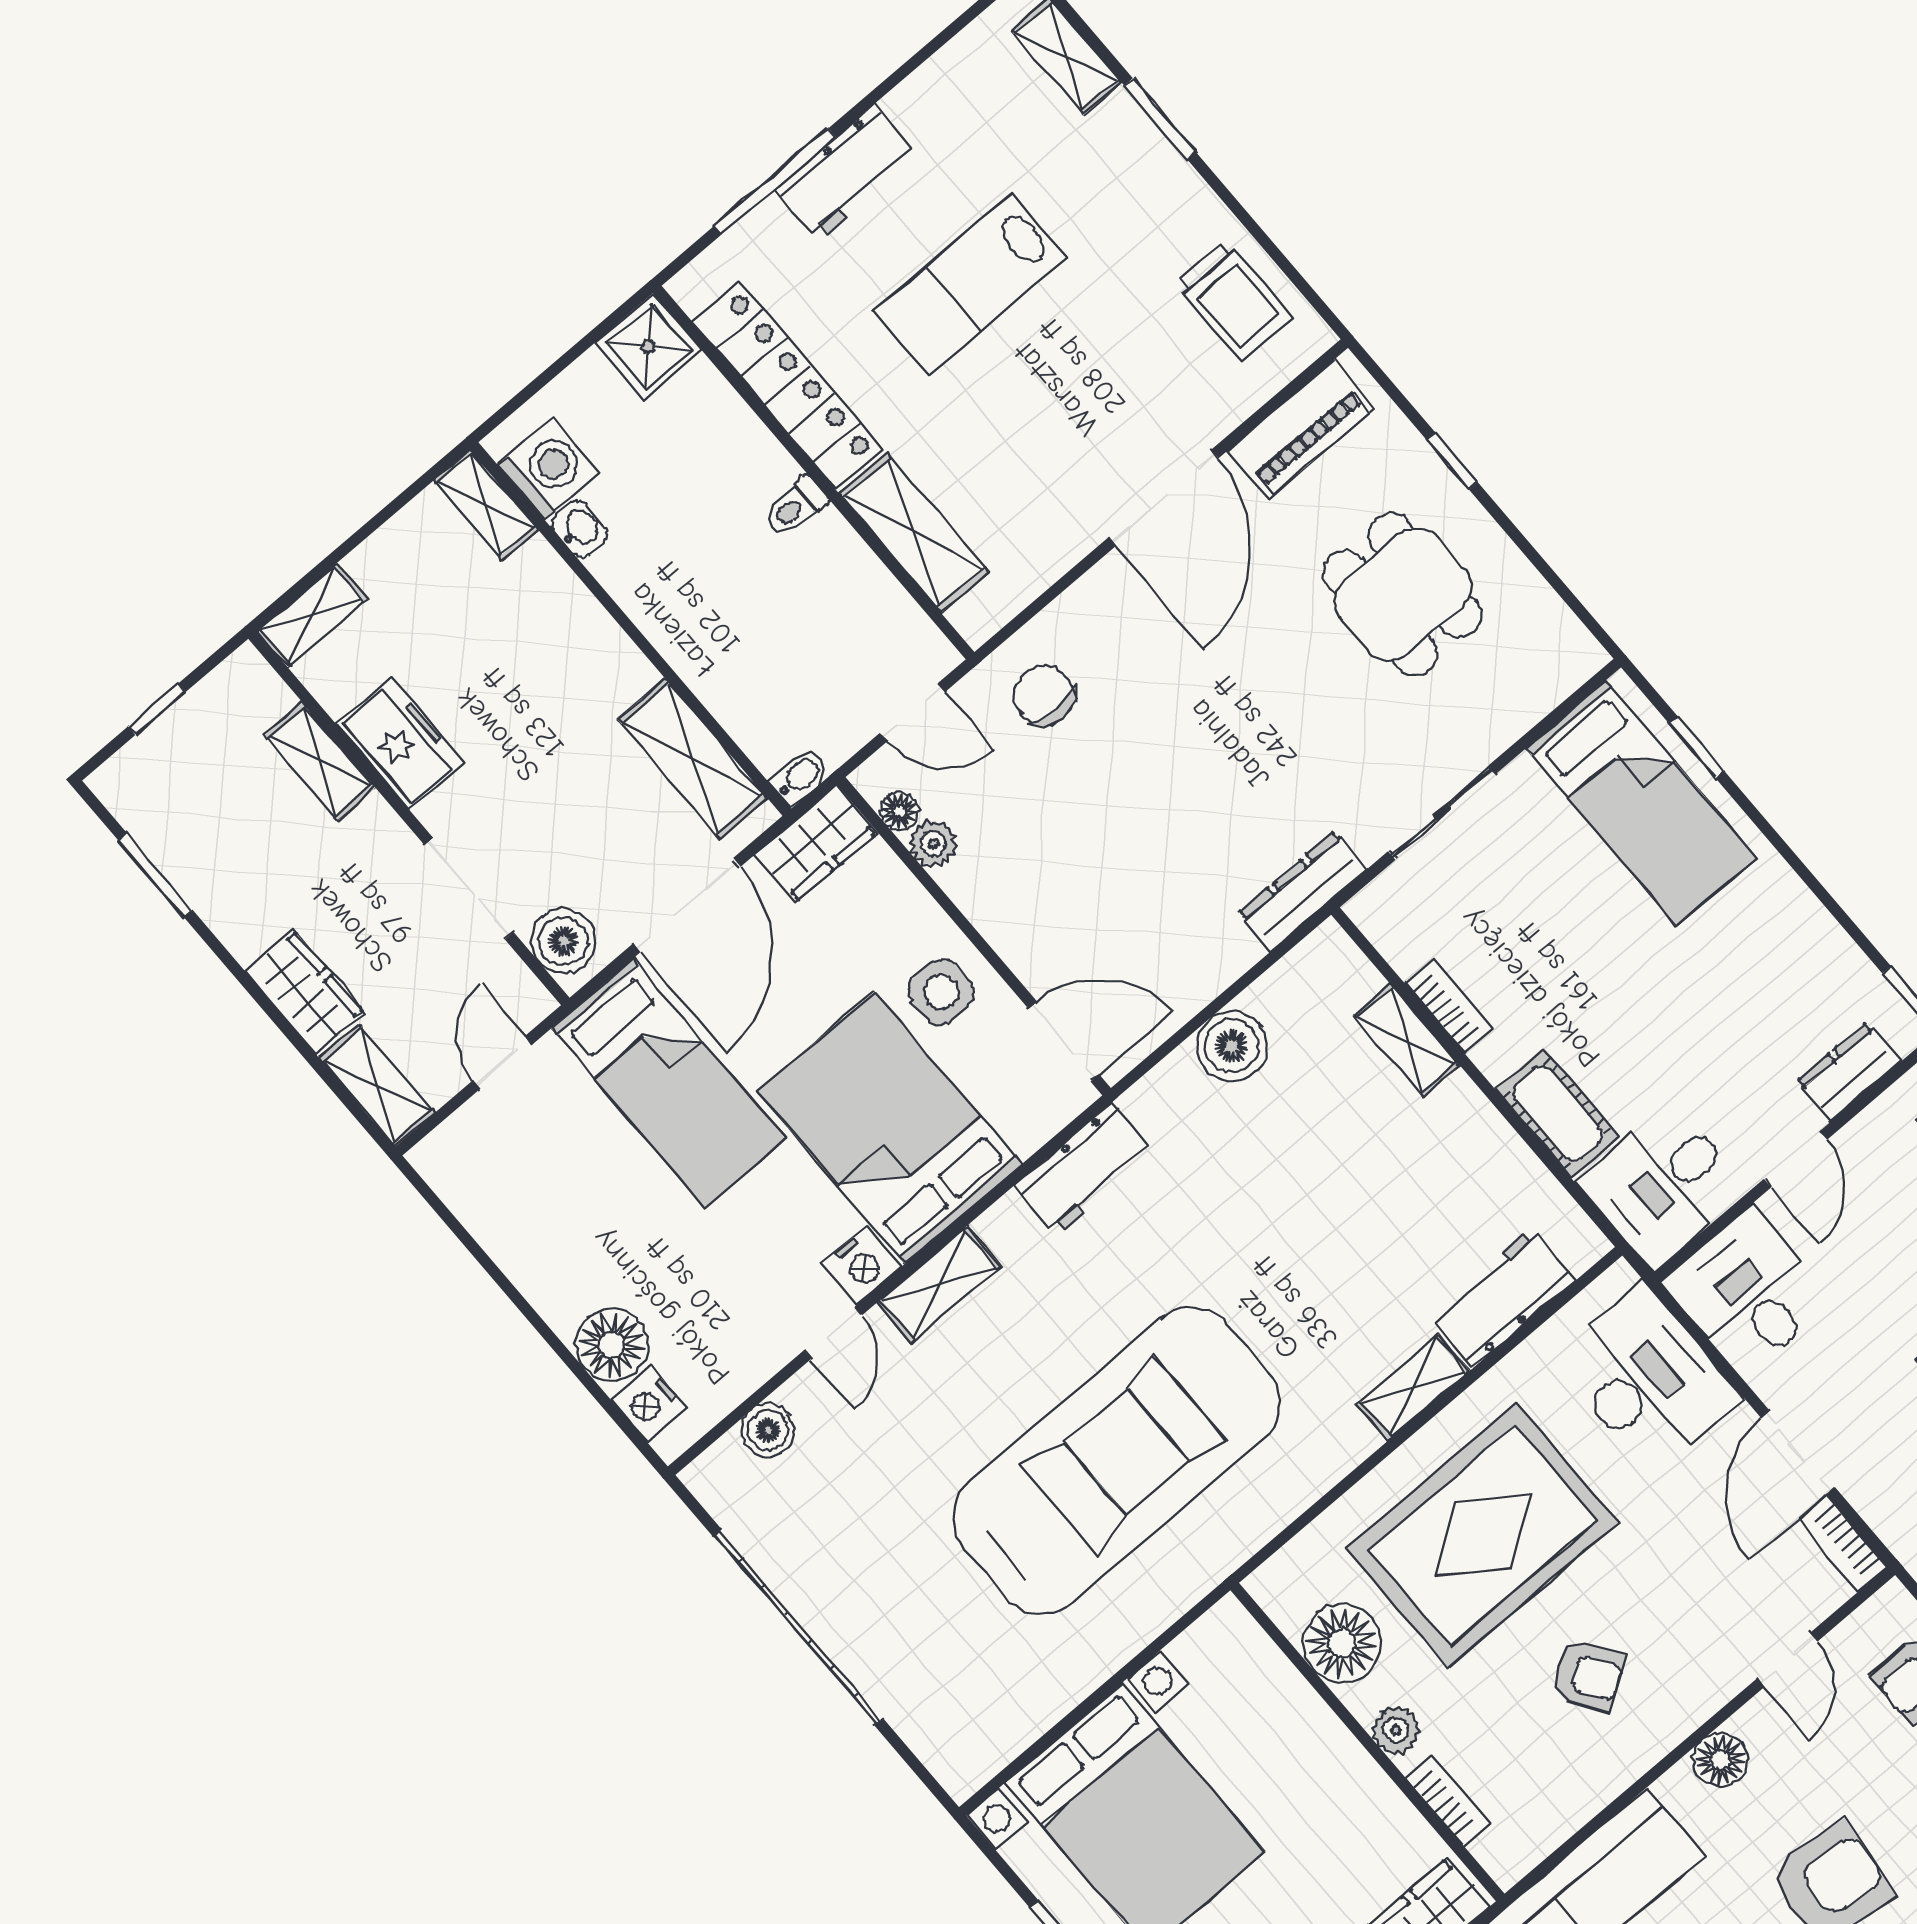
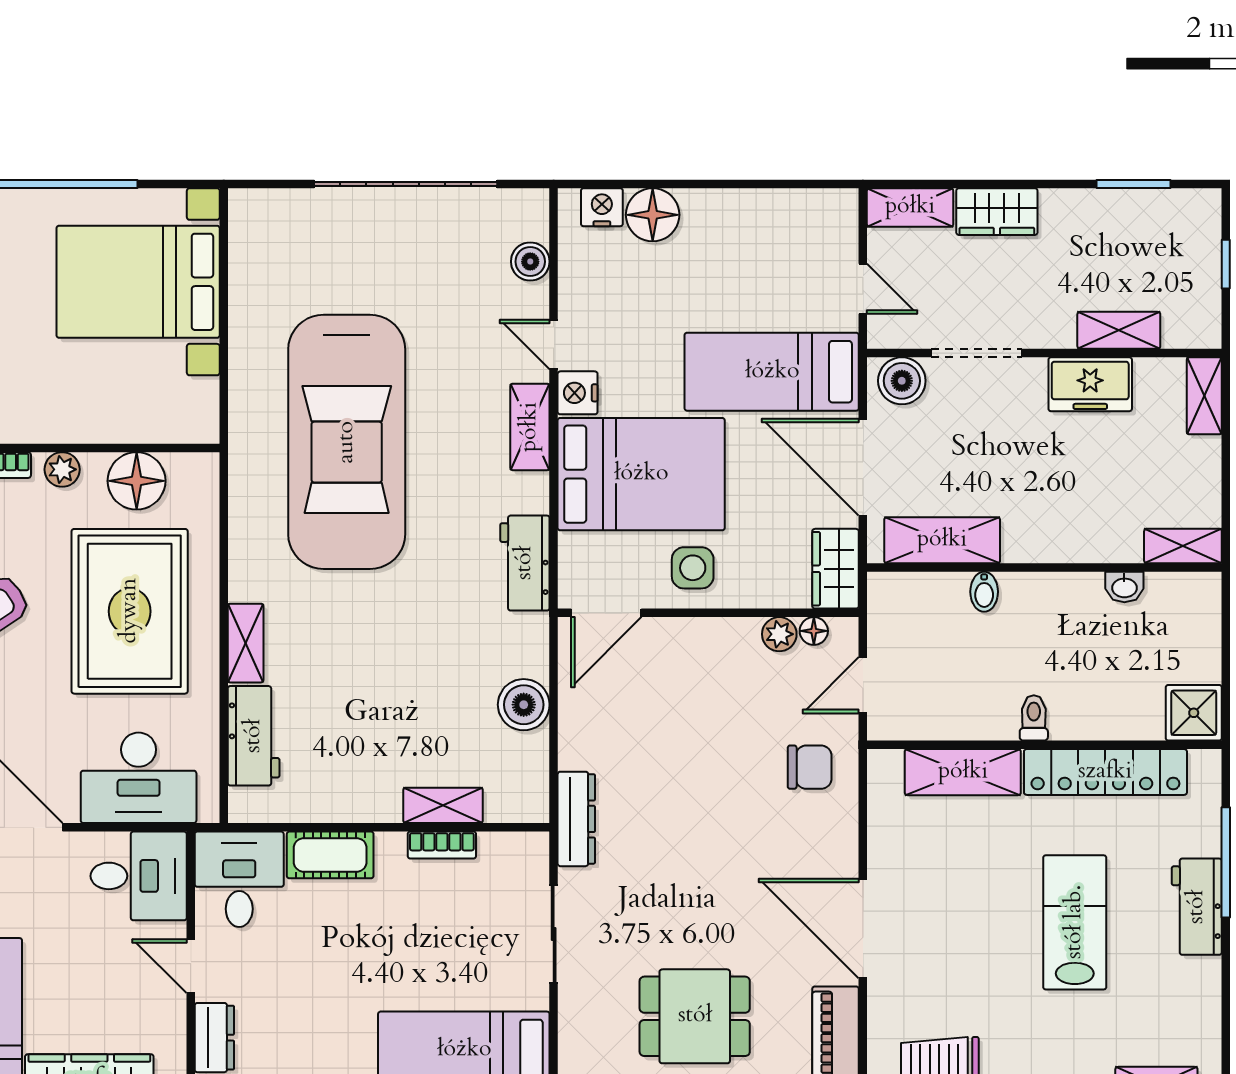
washing machine: (548, 469) -> (1173, 598), removed
bidet: (800, 777) -> (984, 592), moved

